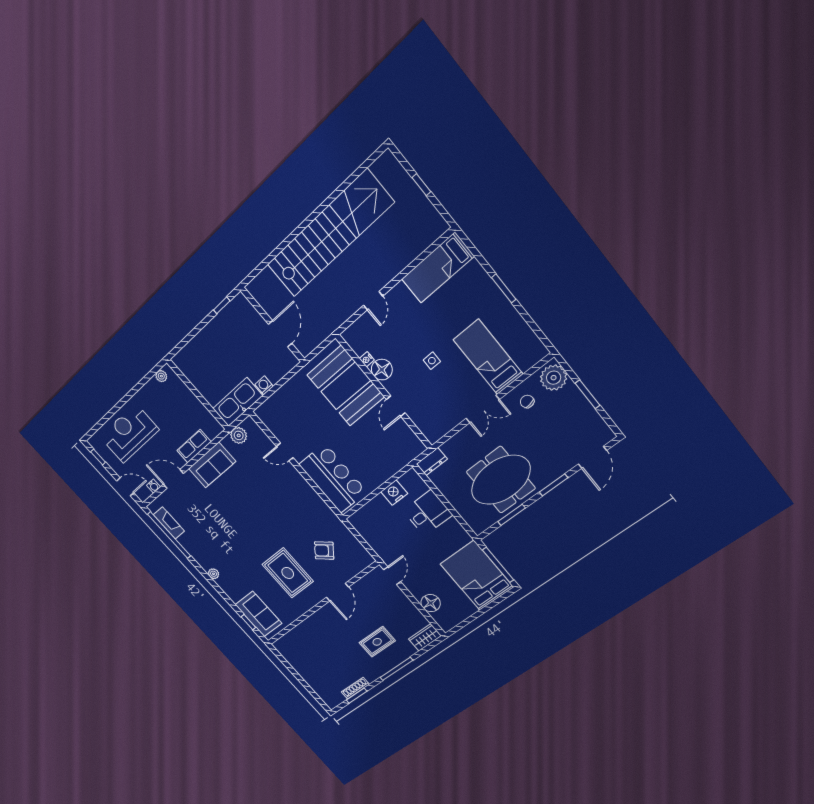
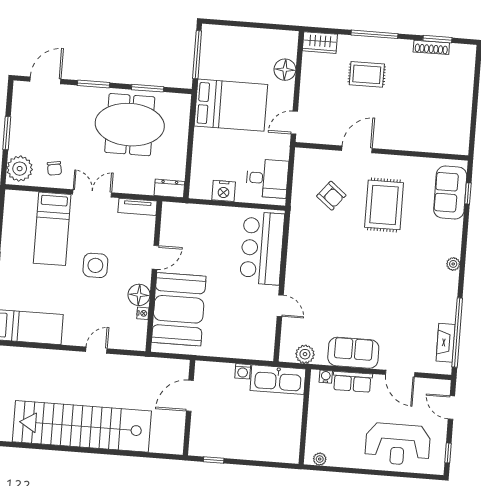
side table: (432, 361) -> (95, 265), width x1.87, depth x1.87
tv unit: (442, 429) -> (138, 207), added
water cooler: (154, 486) -> (326, 377), moved
desk: (428, 513) -> (267, 178), moved, turned 180
bed: (477, 576) -> (231, 105), moved, turned -90

